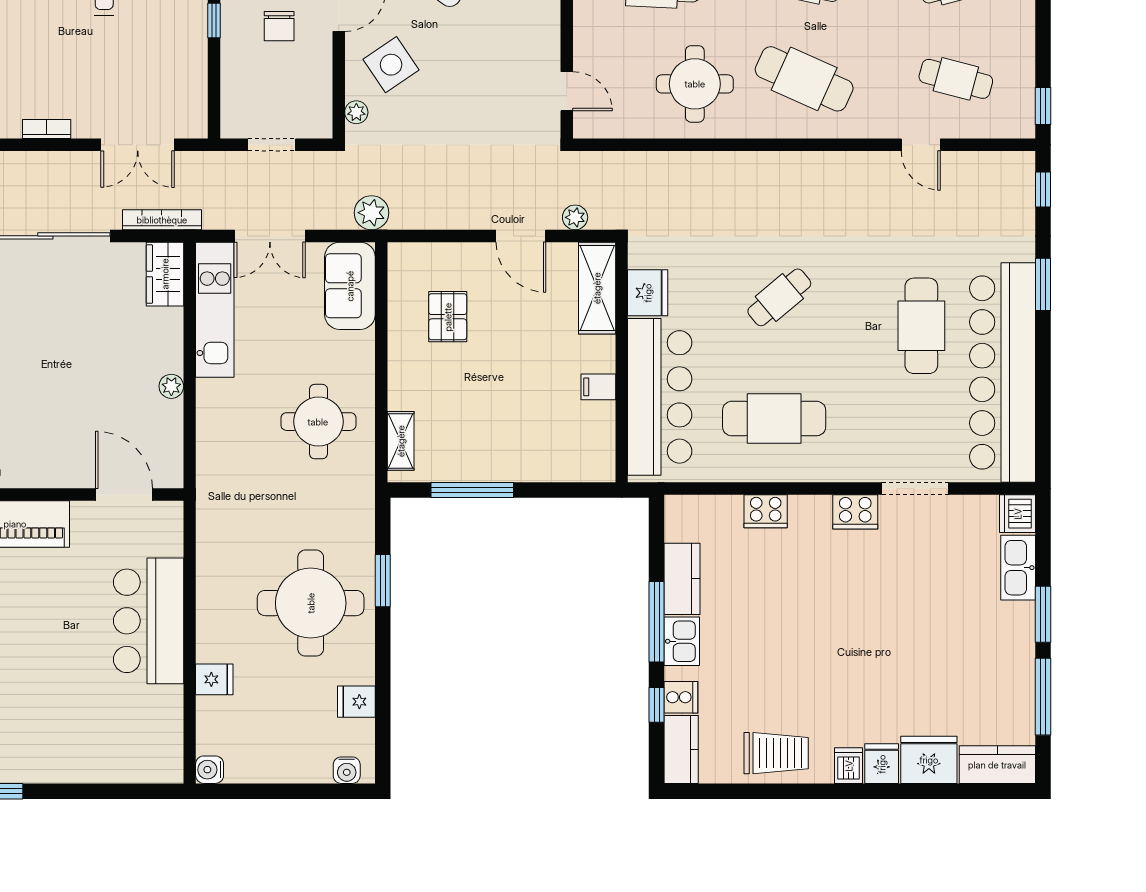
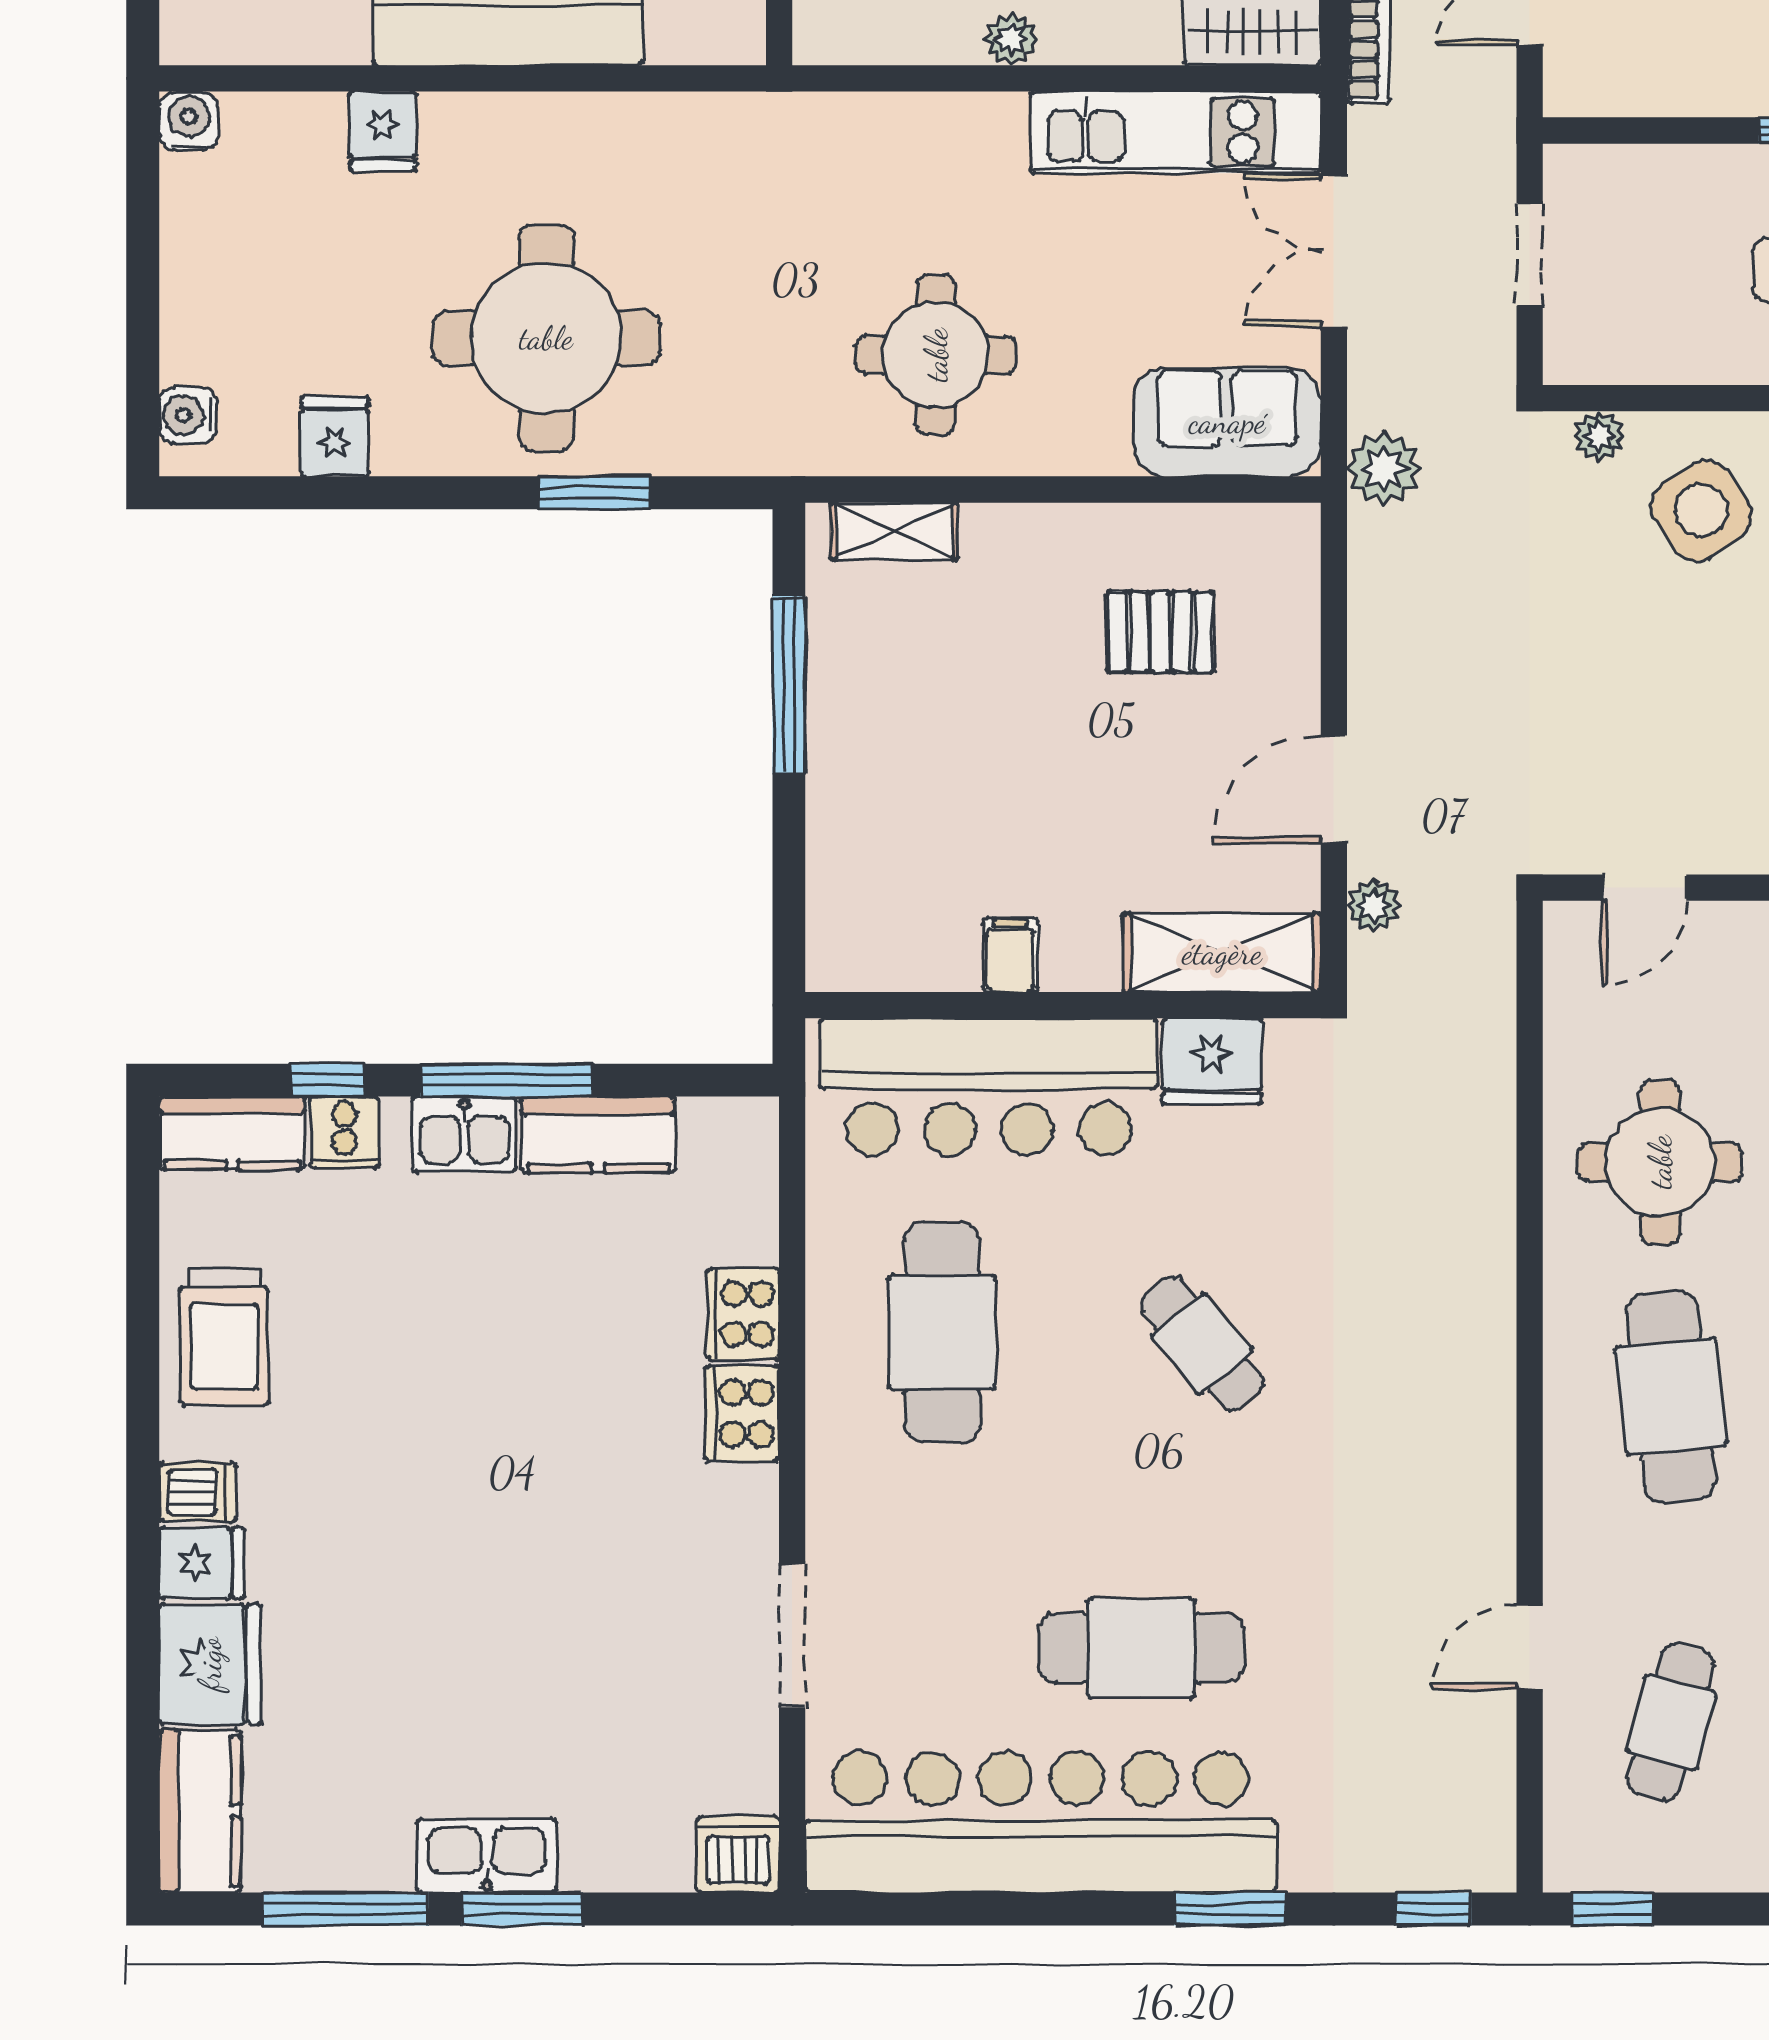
cafe table: (804, 79) -> (1671, 1397), turned -30
cooker: (855, 512) -> (742, 1413), moved
kitchen sink: (1018, 568) -> (487, 1856), moved

